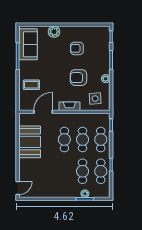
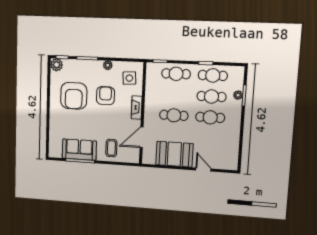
plant: (54, 32) -> (57, 65), moved
sofa: (28, 44) -> (79, 150), moved
armchair: (77, 48) -> (74, 96), width x1.88, depth x1.88
armchair: (78, 78) -> (105, 96), turned 180
door: (43, 112) -> (142, 137), hinge flipped
cafe table: (83, 140) -> (210, 117), moved
door: (18, 188) -> (203, 170), moved

